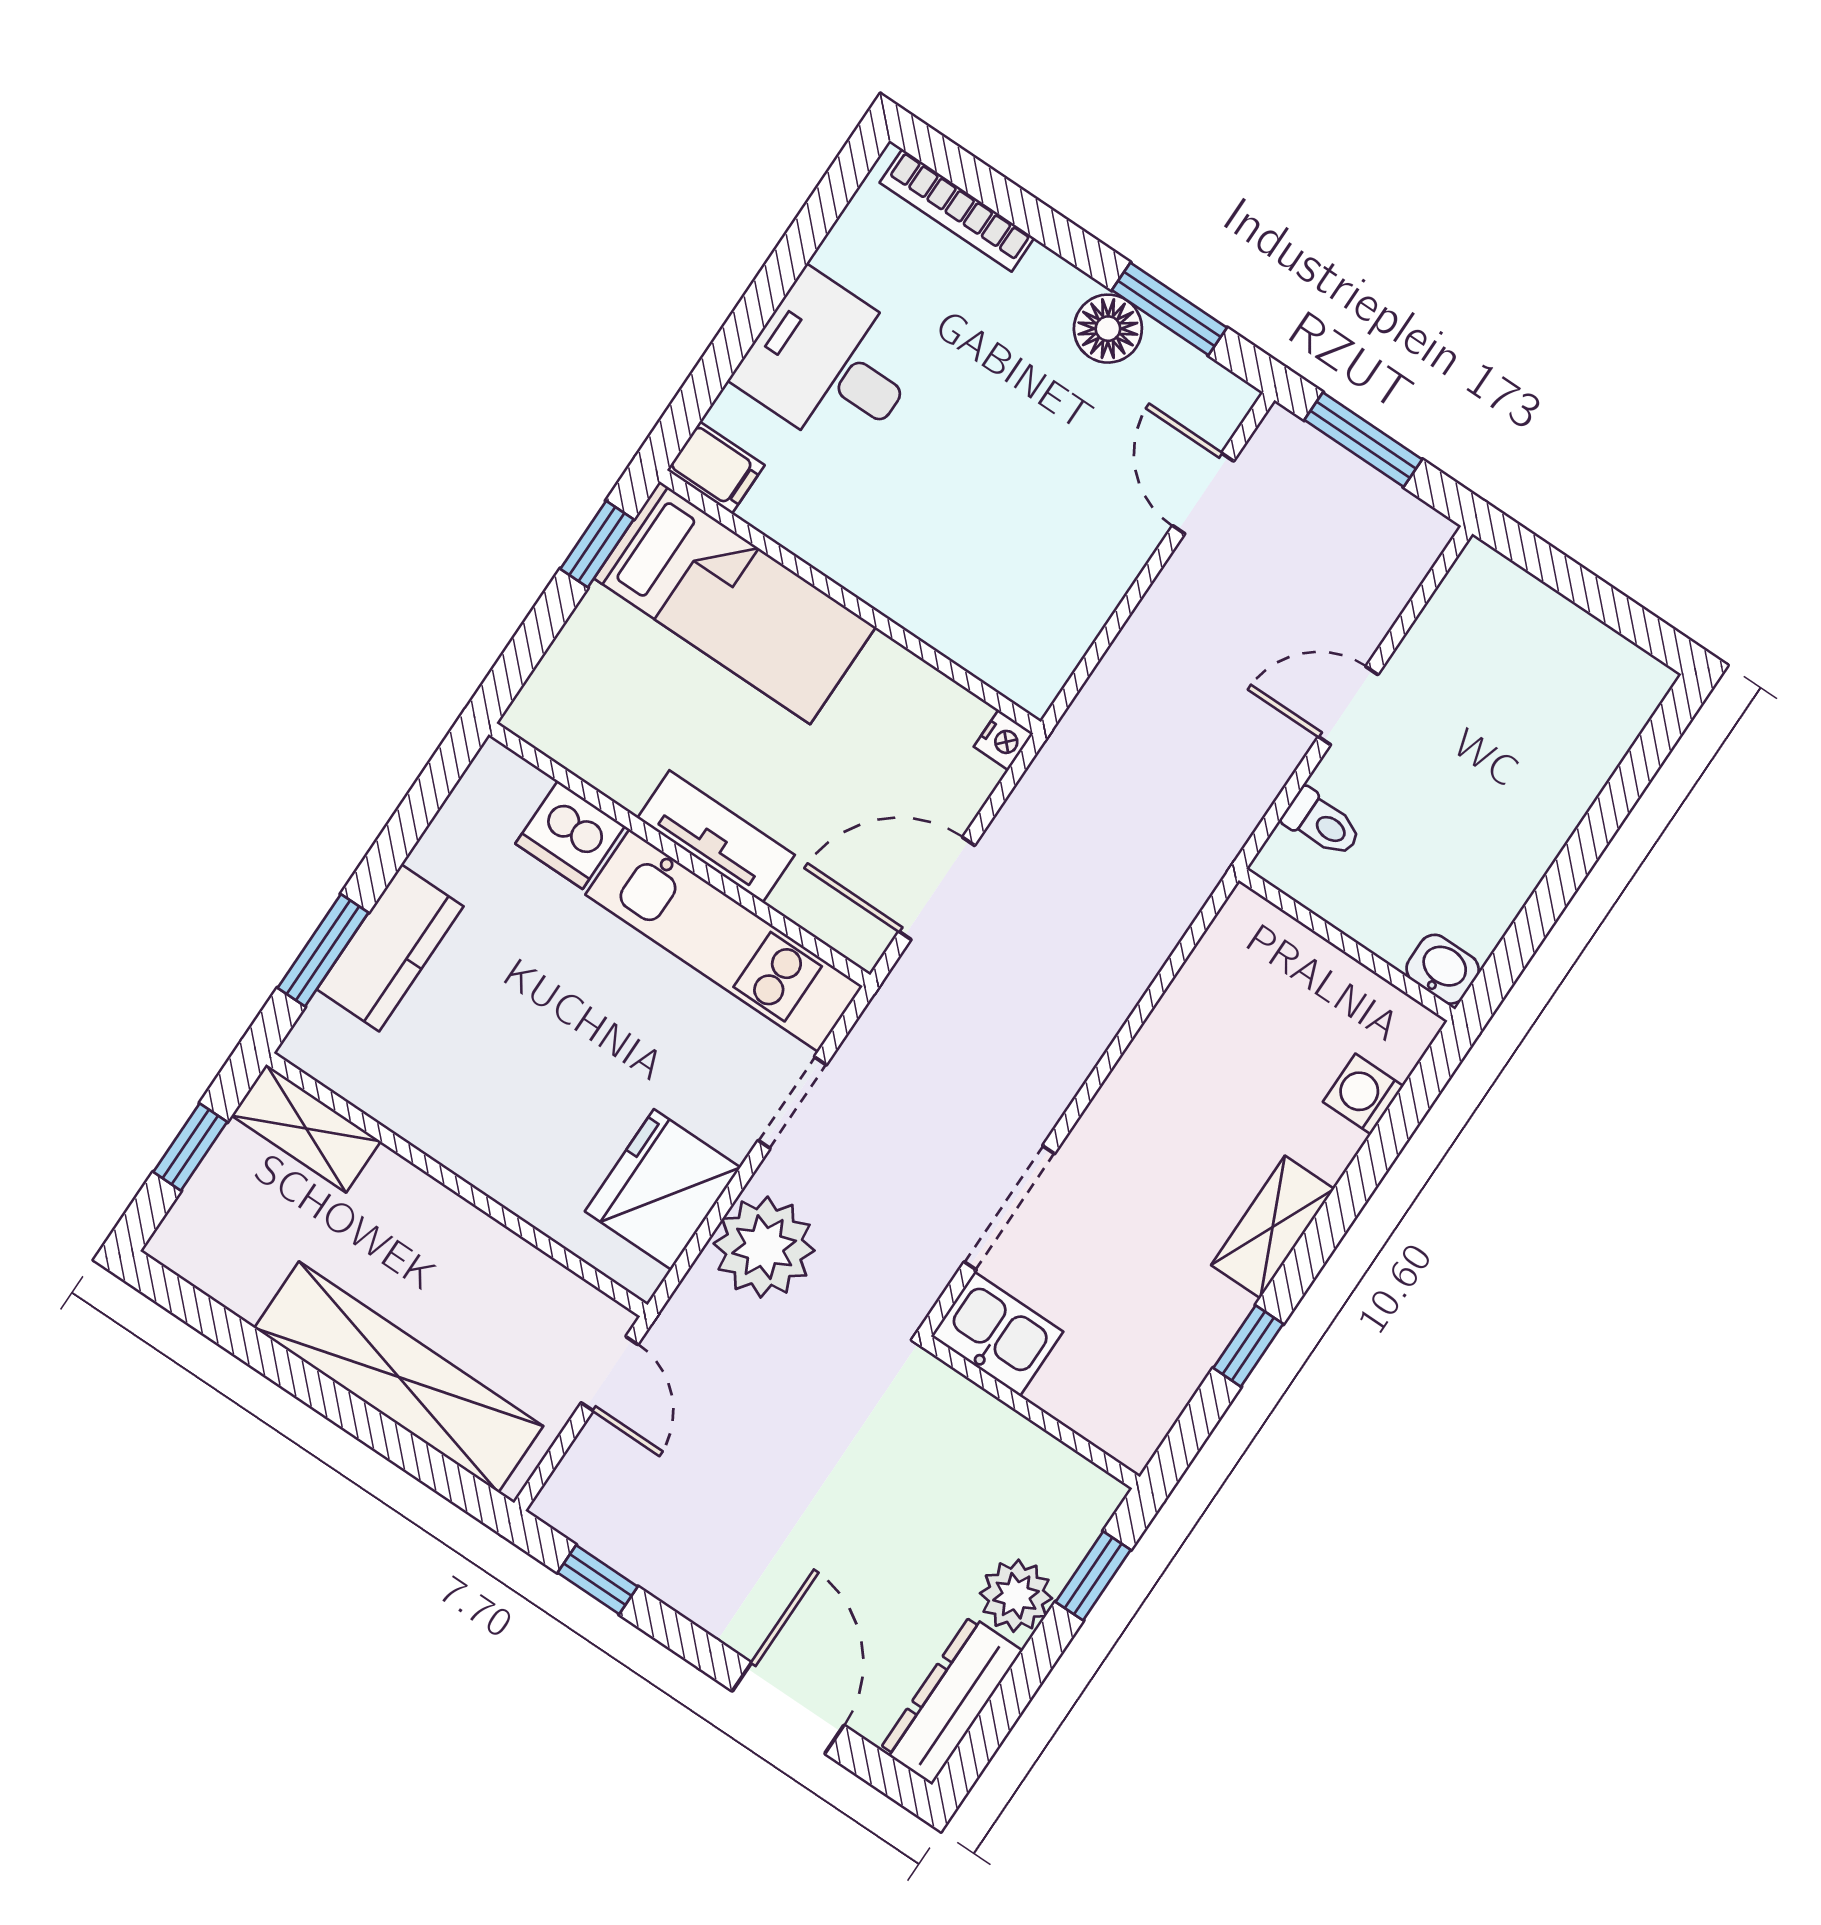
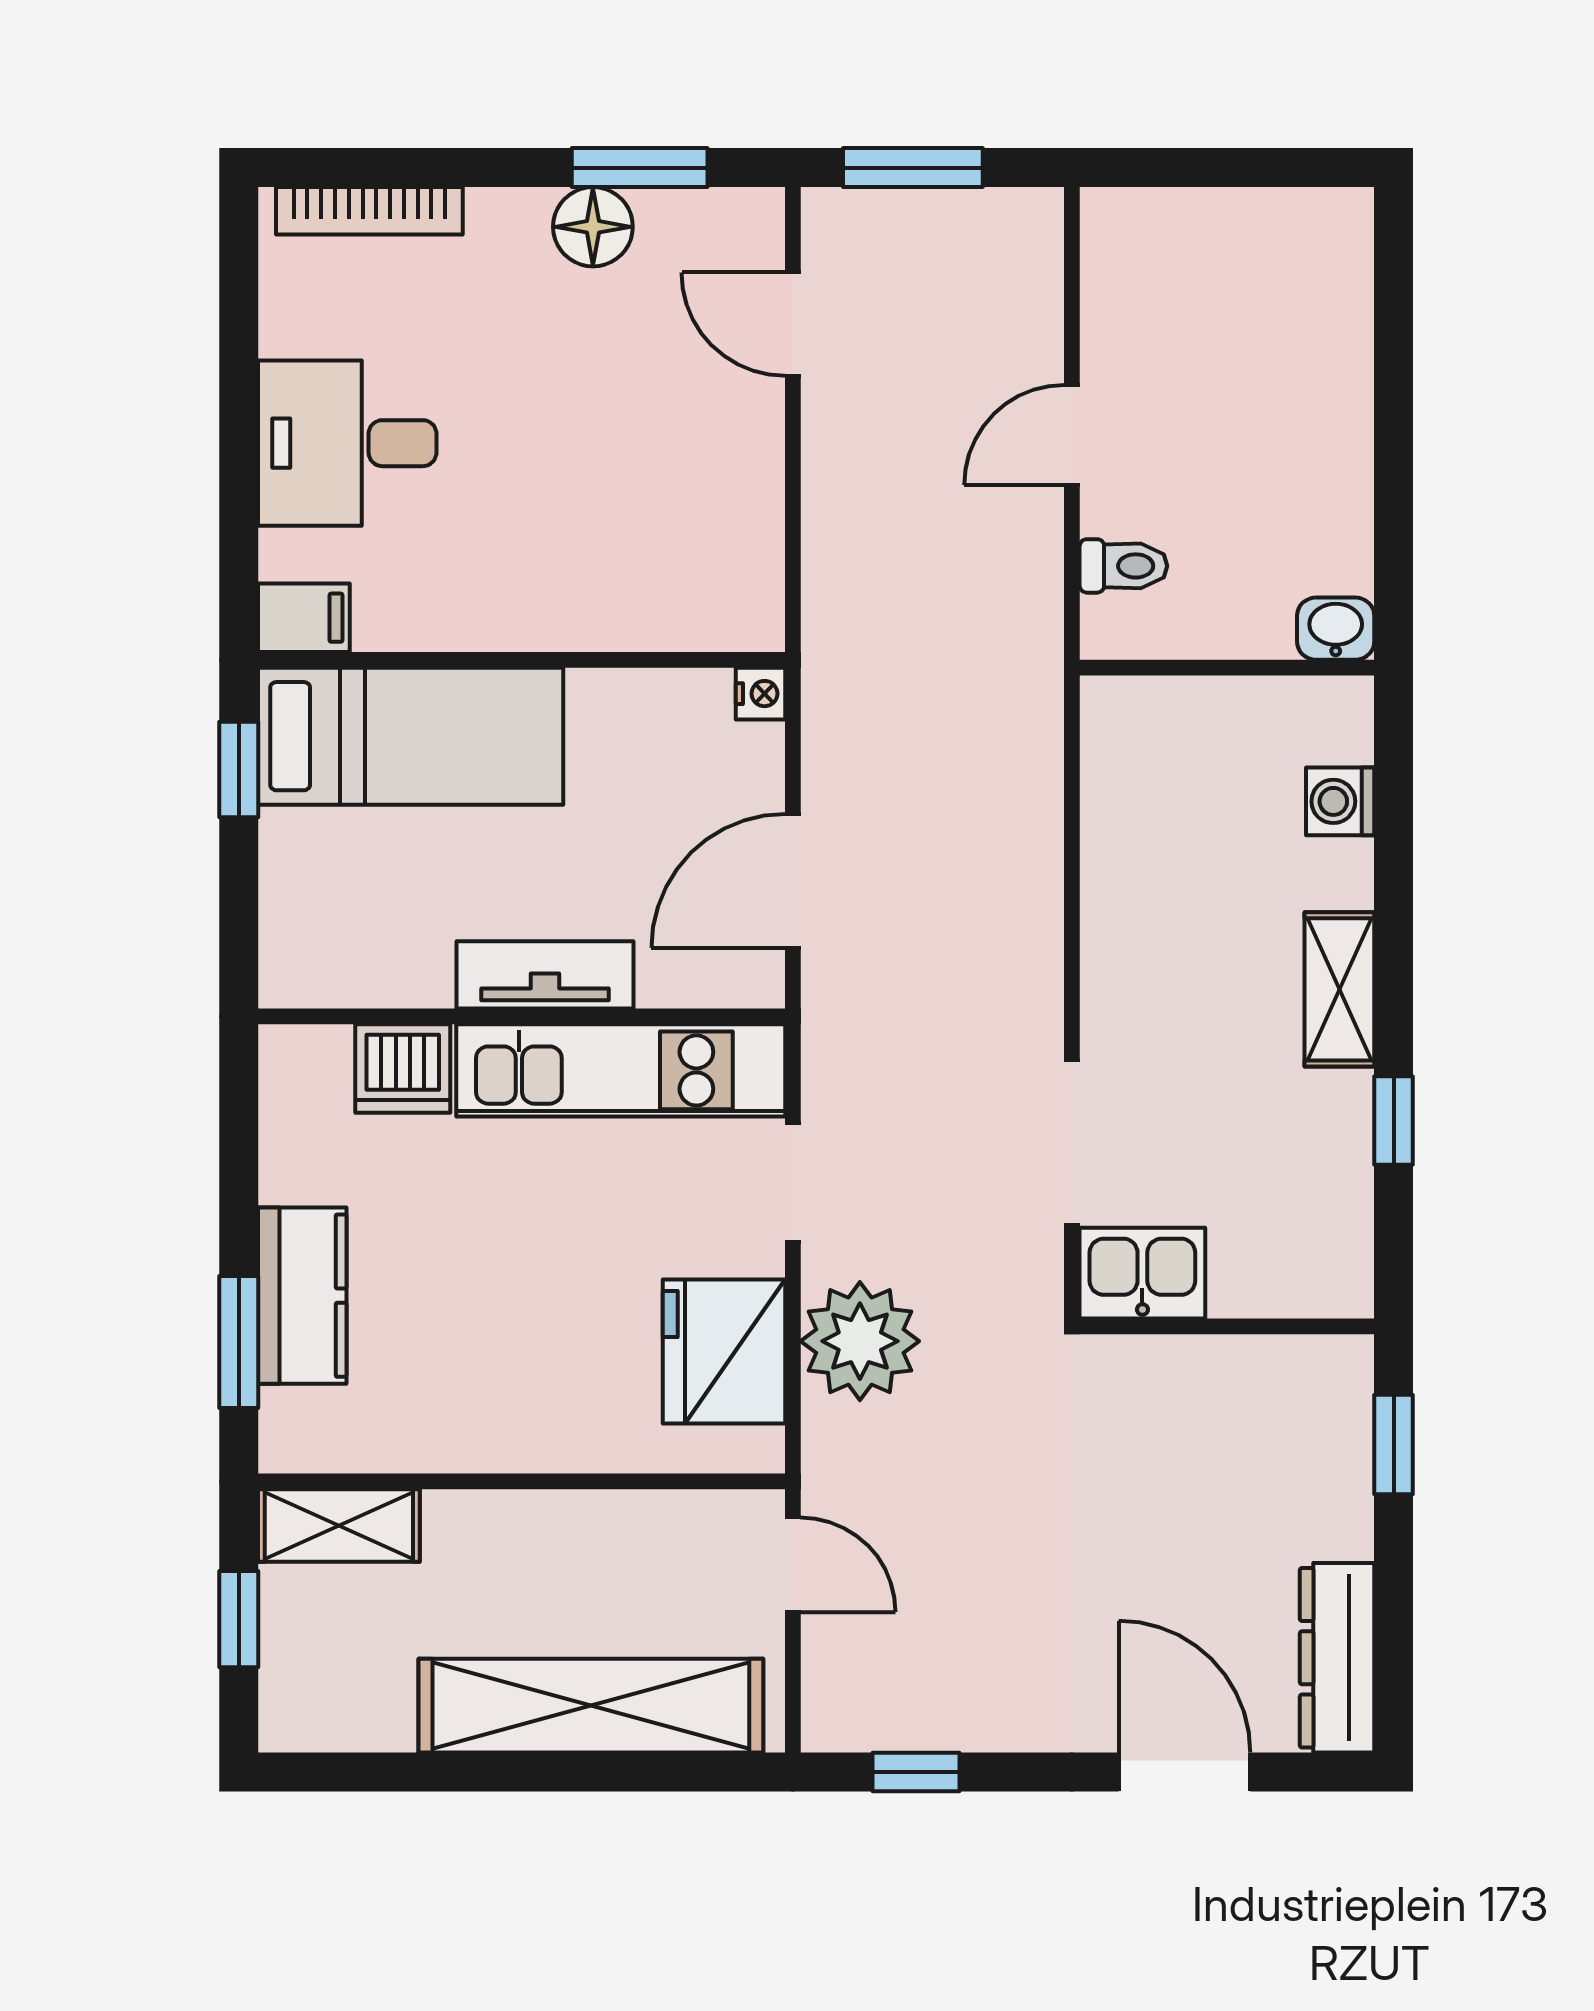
plant: (1016, 1596) -> (1332, 1514), removed

